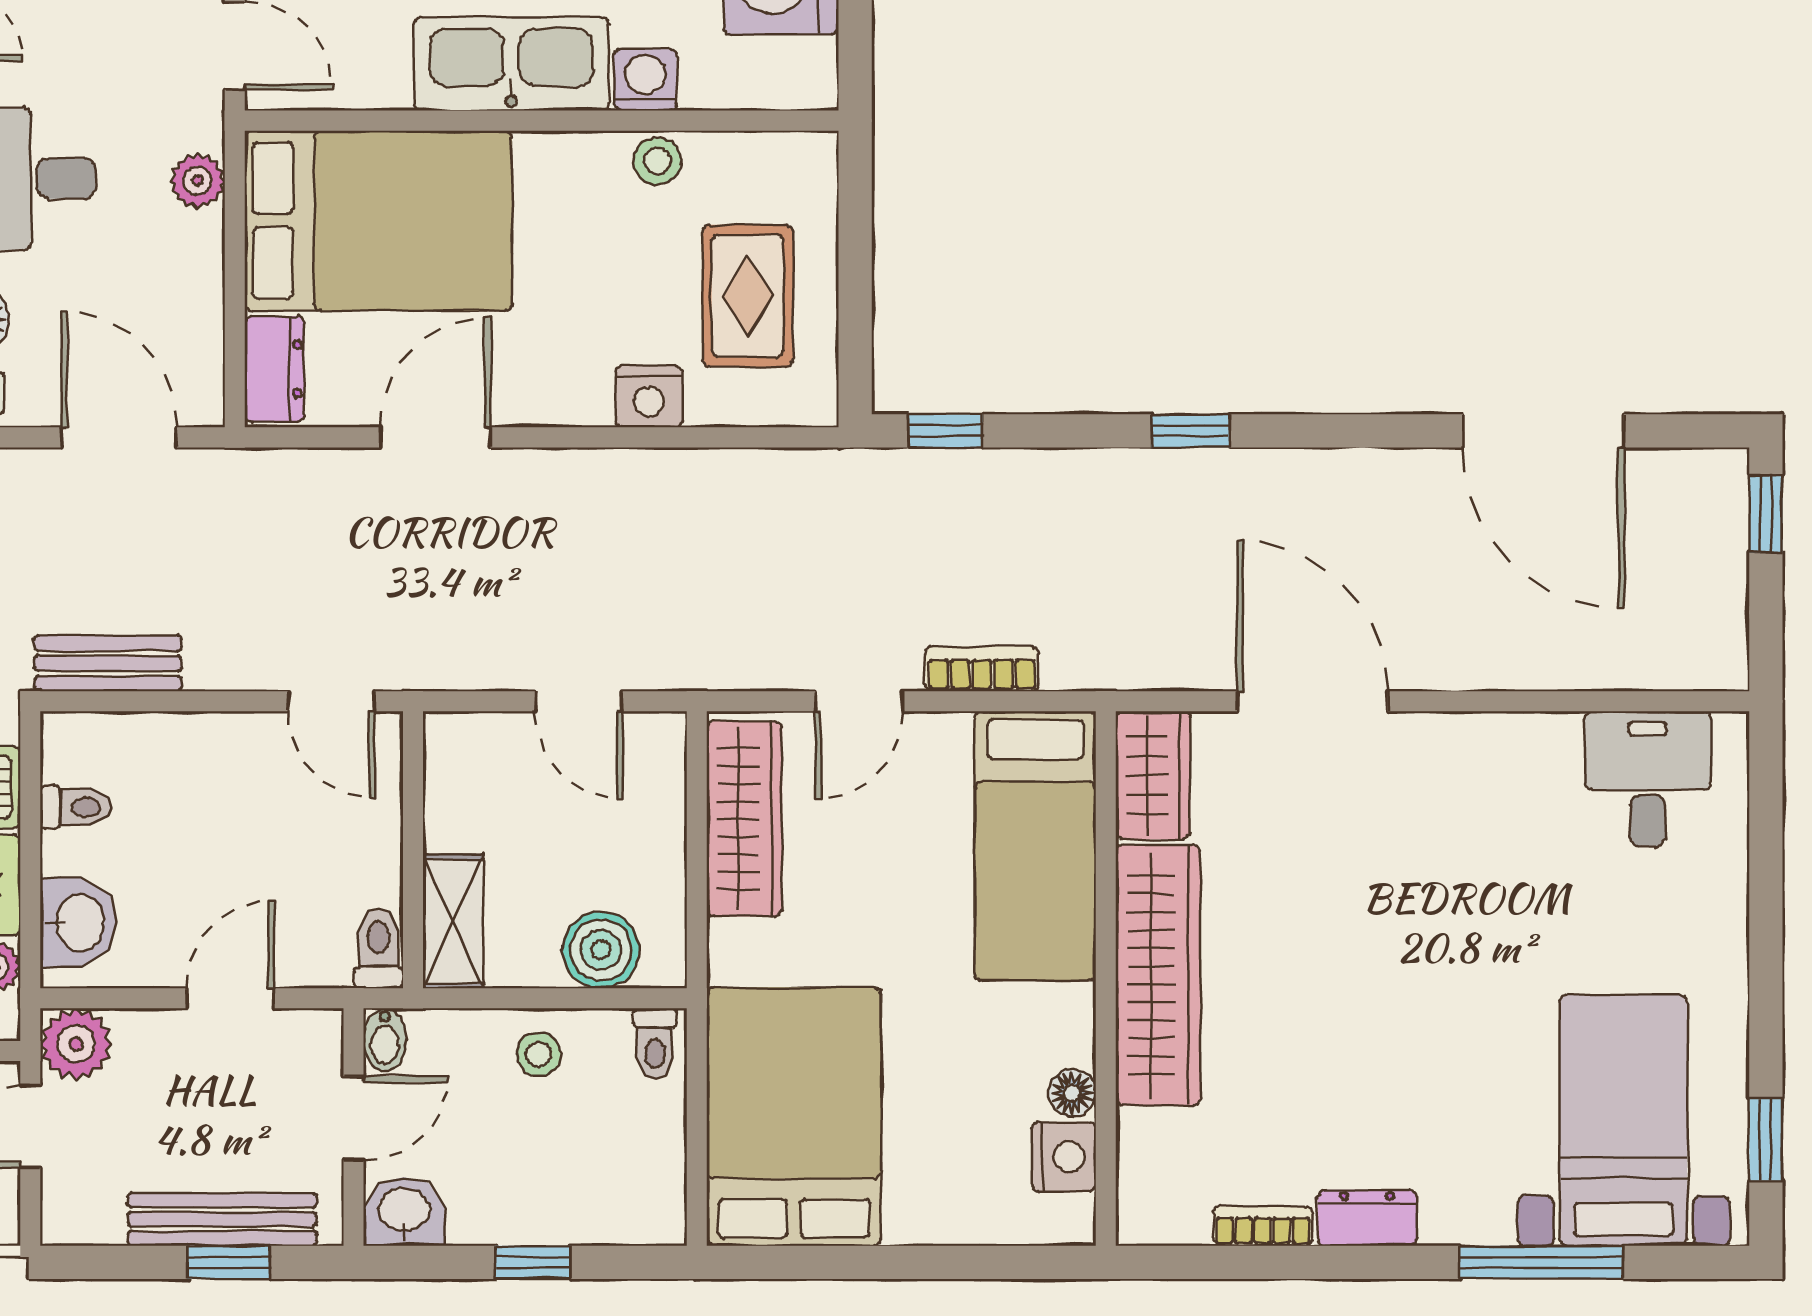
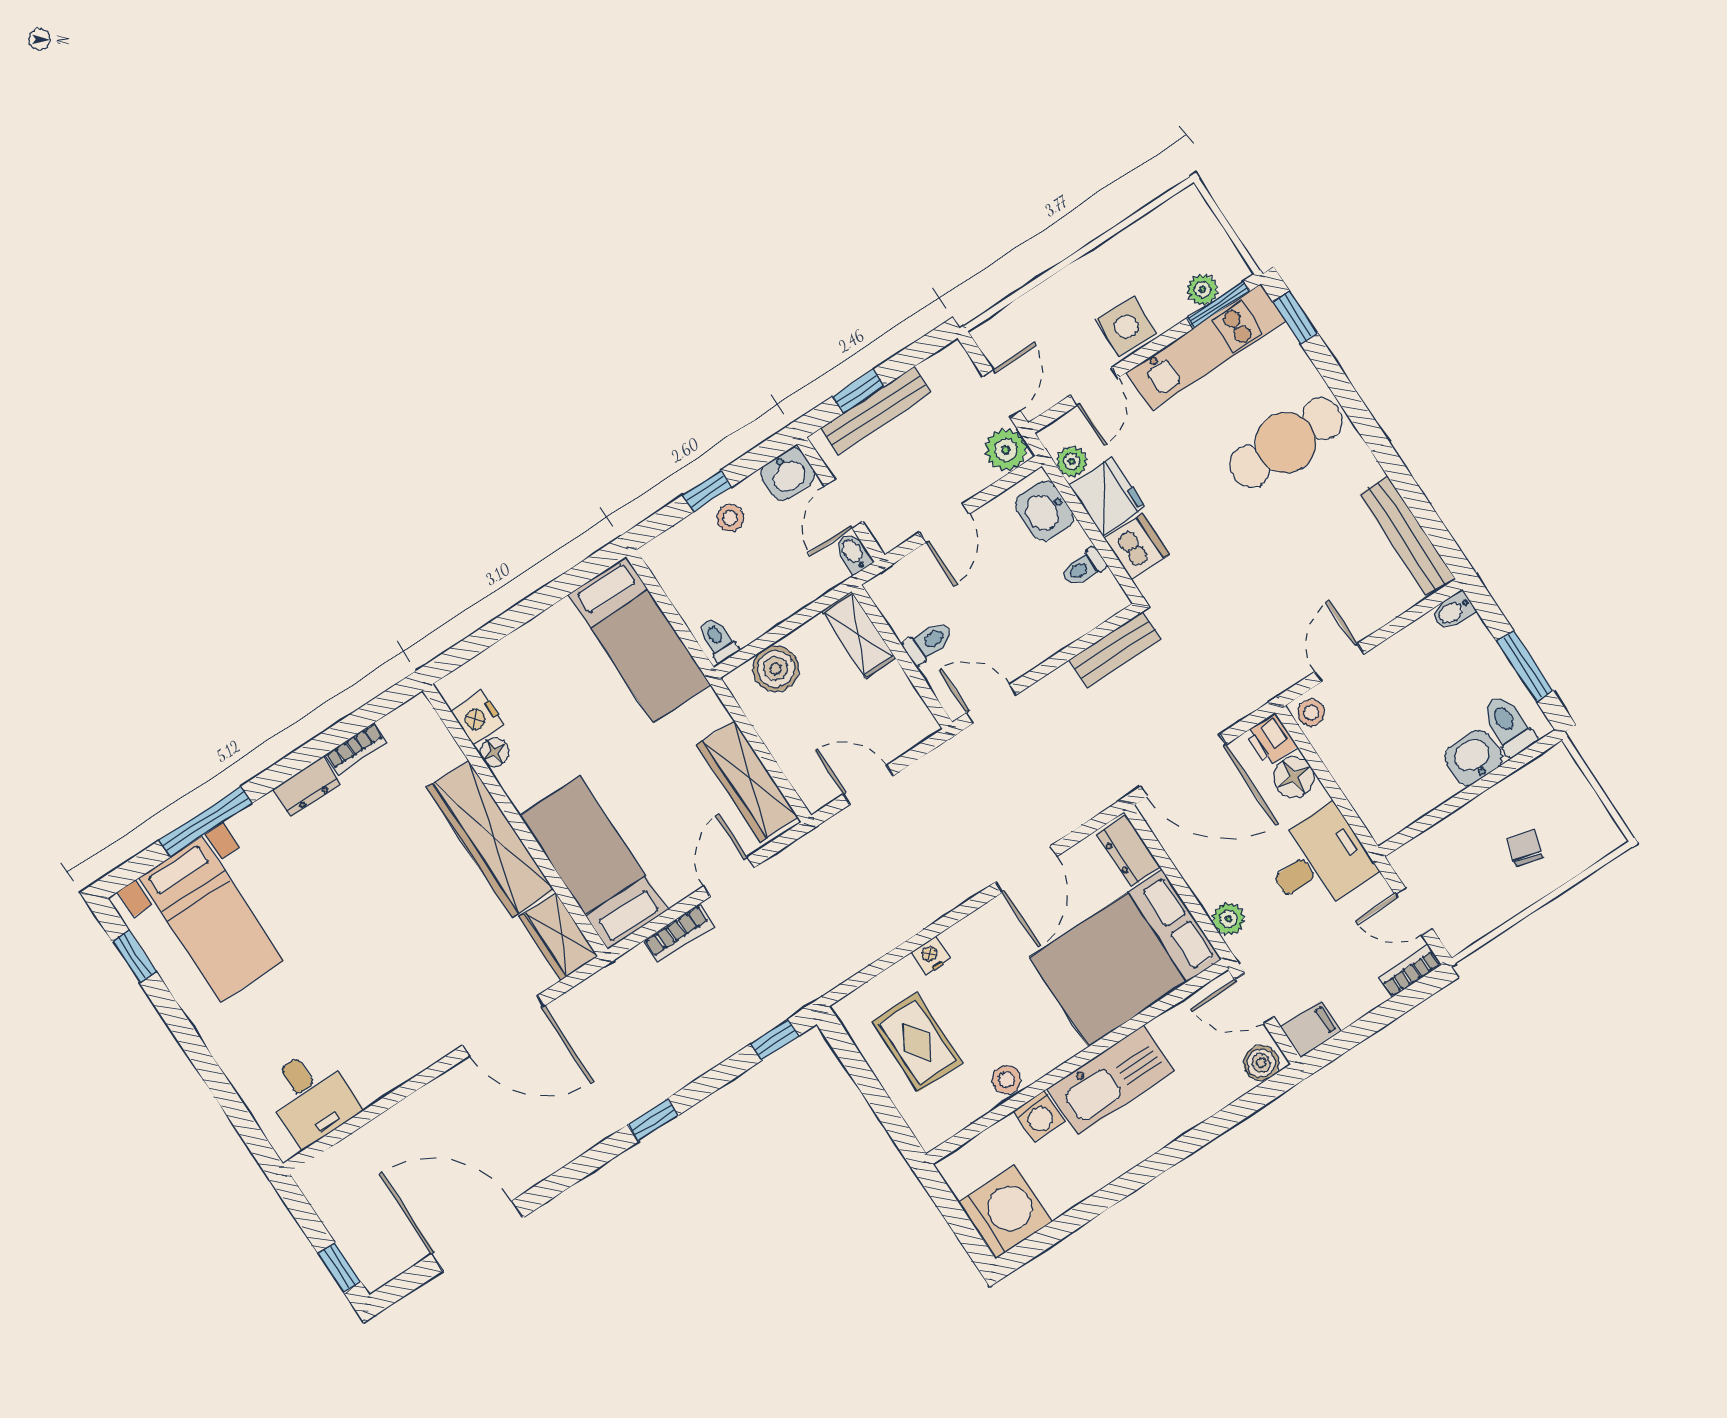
nightstand: (649, 396) -> (931, 956), width x0.72, depth x0.74
door: (119, 437) -> (1183, 766), width x1.36
toilet: (378, 948) -> (928, 642), moved, turned -90
stool: (539, 1054) -> (730, 518), moved
bed: (794, 1117) -> (640, 640), width x0.67

